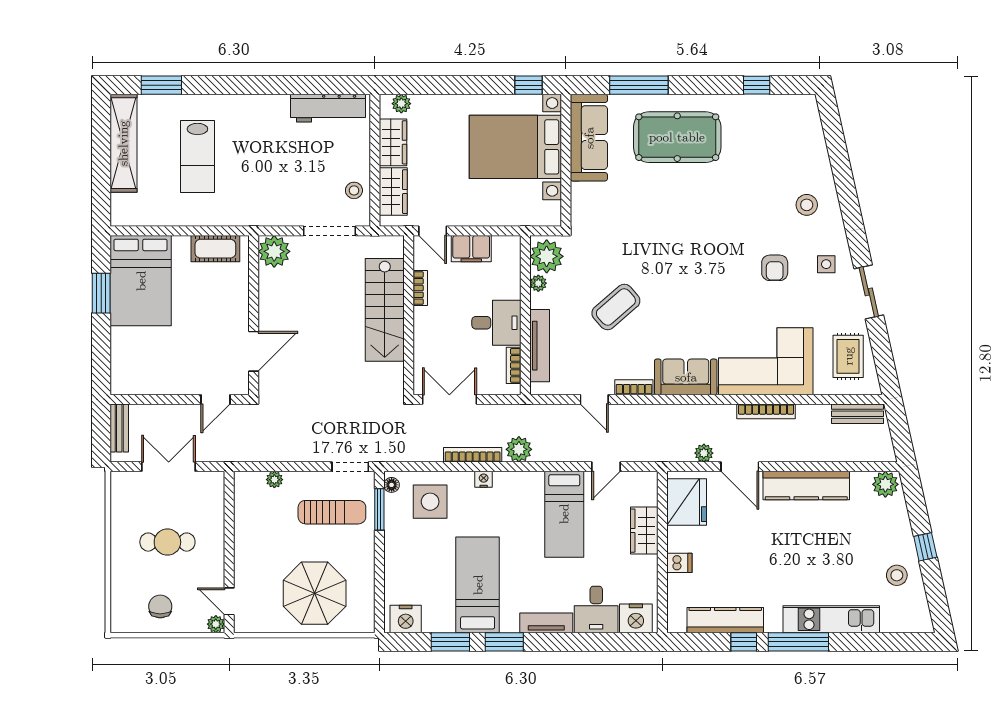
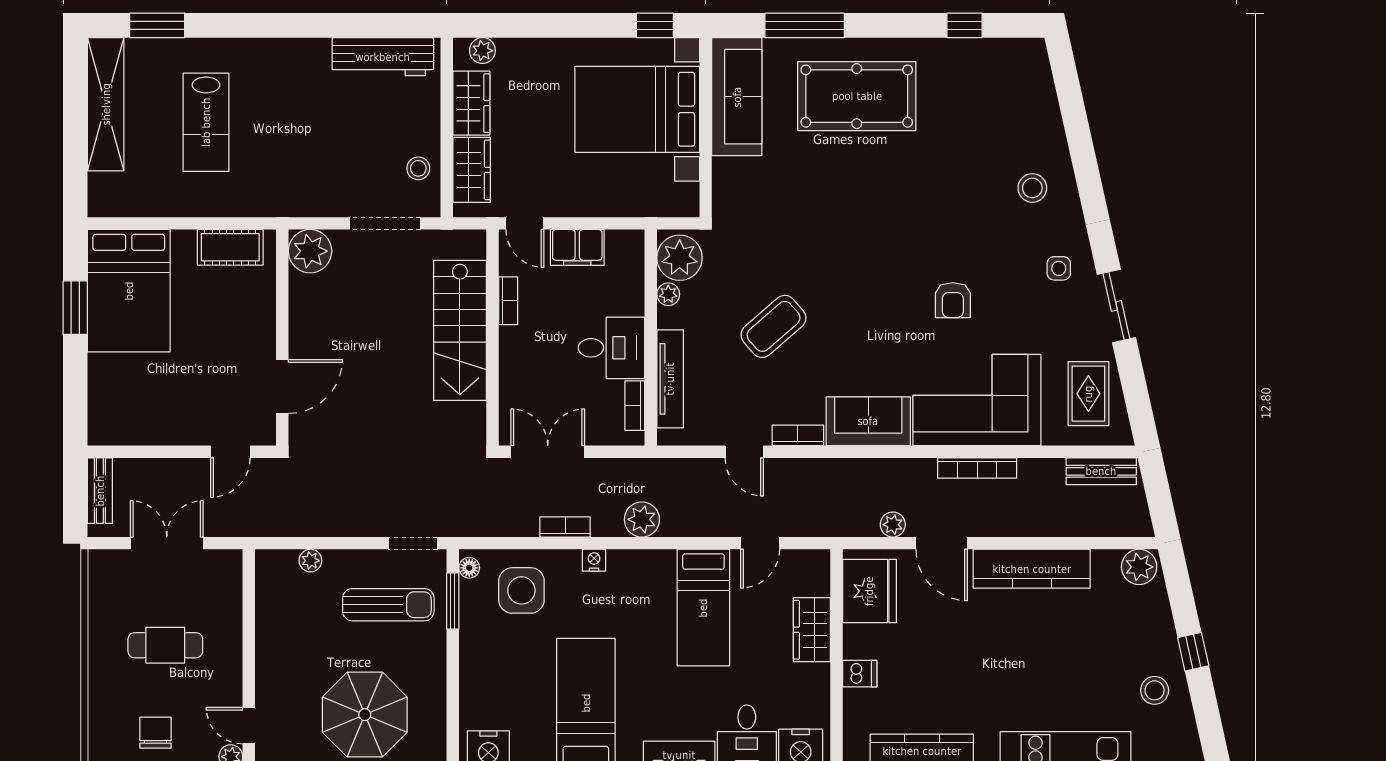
armchair: (775, 268) -> (953, 300), moved
bookcase: (473, 455) -> (565, 527), width x0.64

